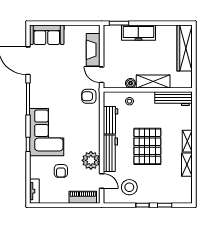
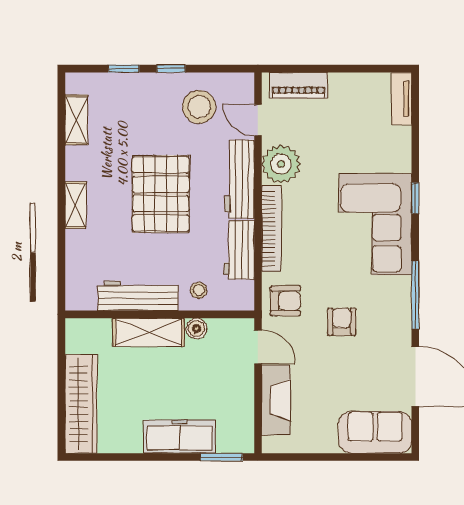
workbench: (173, 99) -> (138, 296), moved
bookcase: (95, 130) -> (271, 228), added
shelving: (187, 165) -> (76, 120), moved
armchair: (61, 171) -> (342, 322), moved

